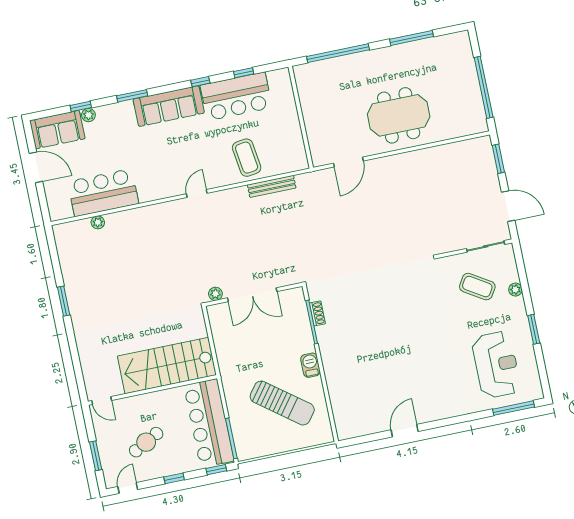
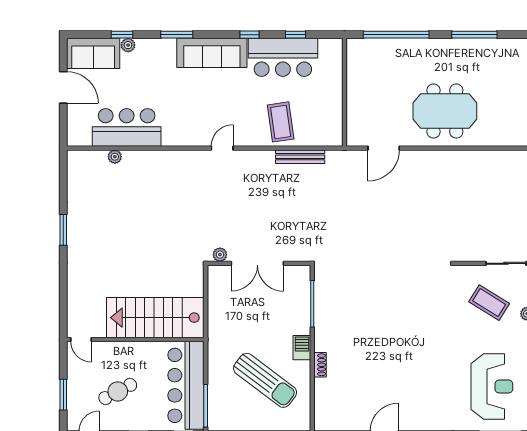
shoe rack: (317, 313) -> (320, 365), moved

